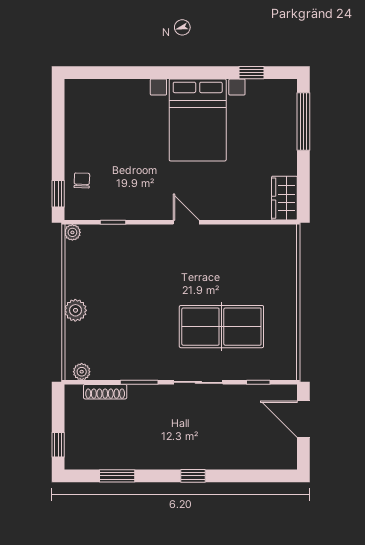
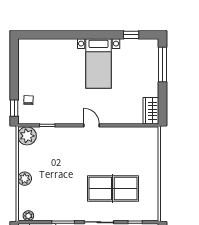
bed with nightstands: (198, 120) -> (99, 63), width x0.73
plant: (72, 232) -> (27, 136), width x1.88, depth x1.88

